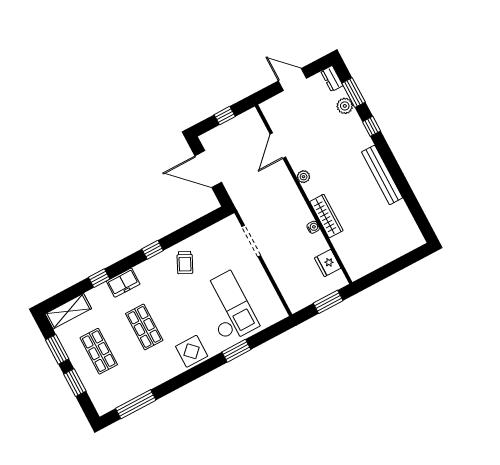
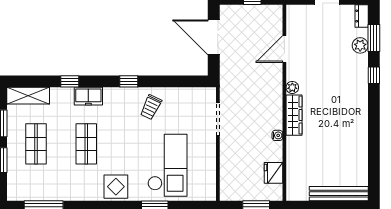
bench: (382, 175) -> (339, 194), moved, turned 90
wardrobe: (326, 216) -> (294, 115), moved

